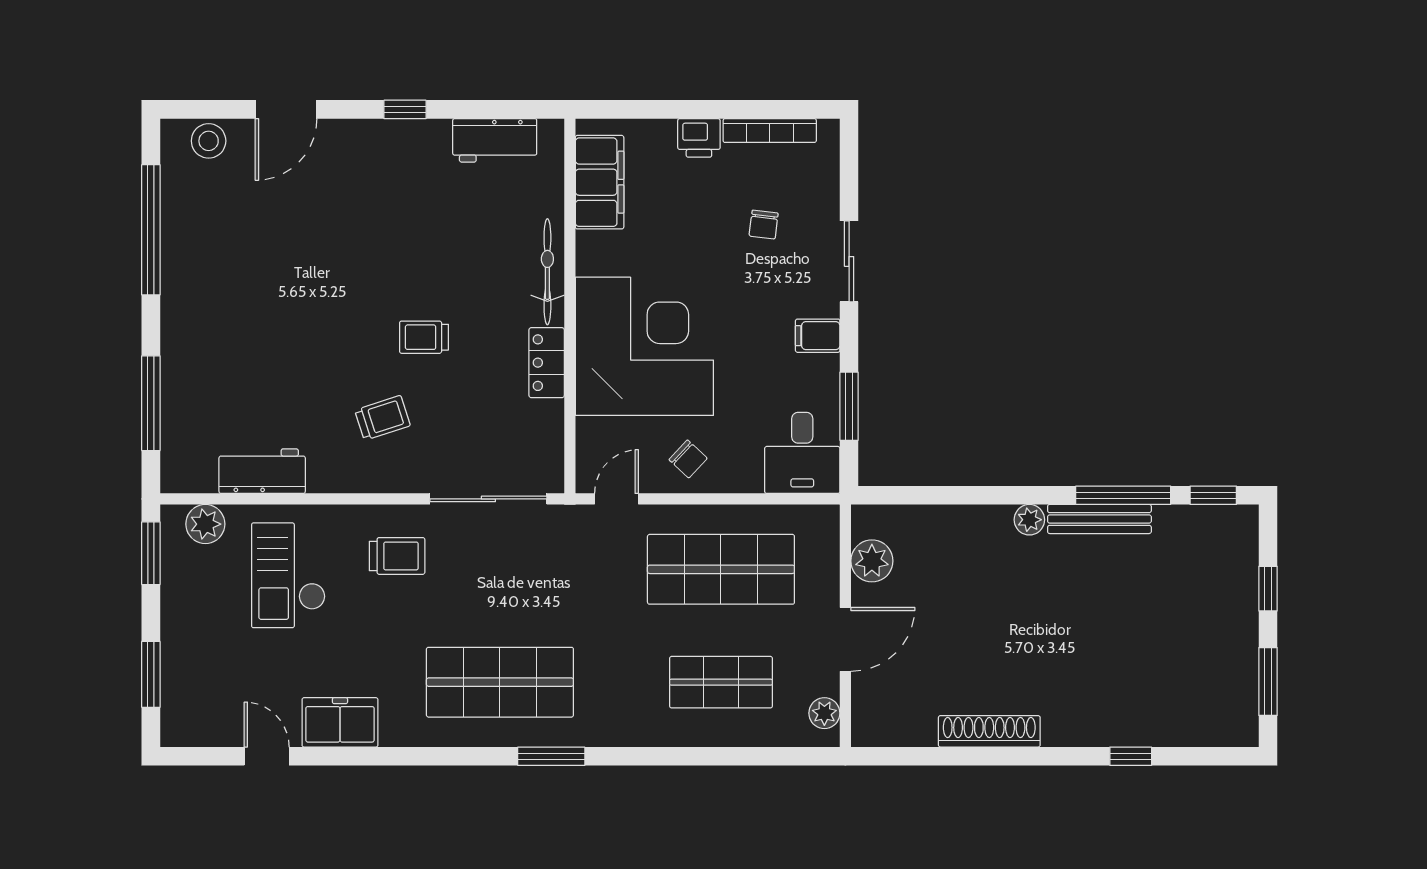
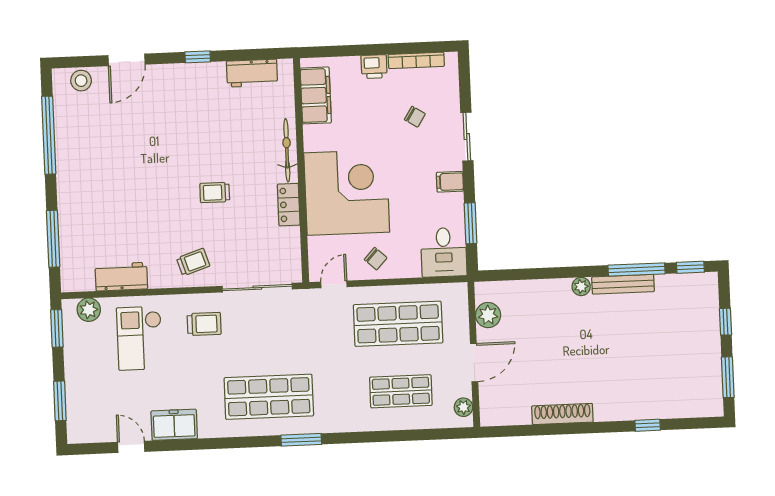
chair: (764, 225) -> (415, 117), turned -65
trolley: (383, 418) -> (193, 262), moved

